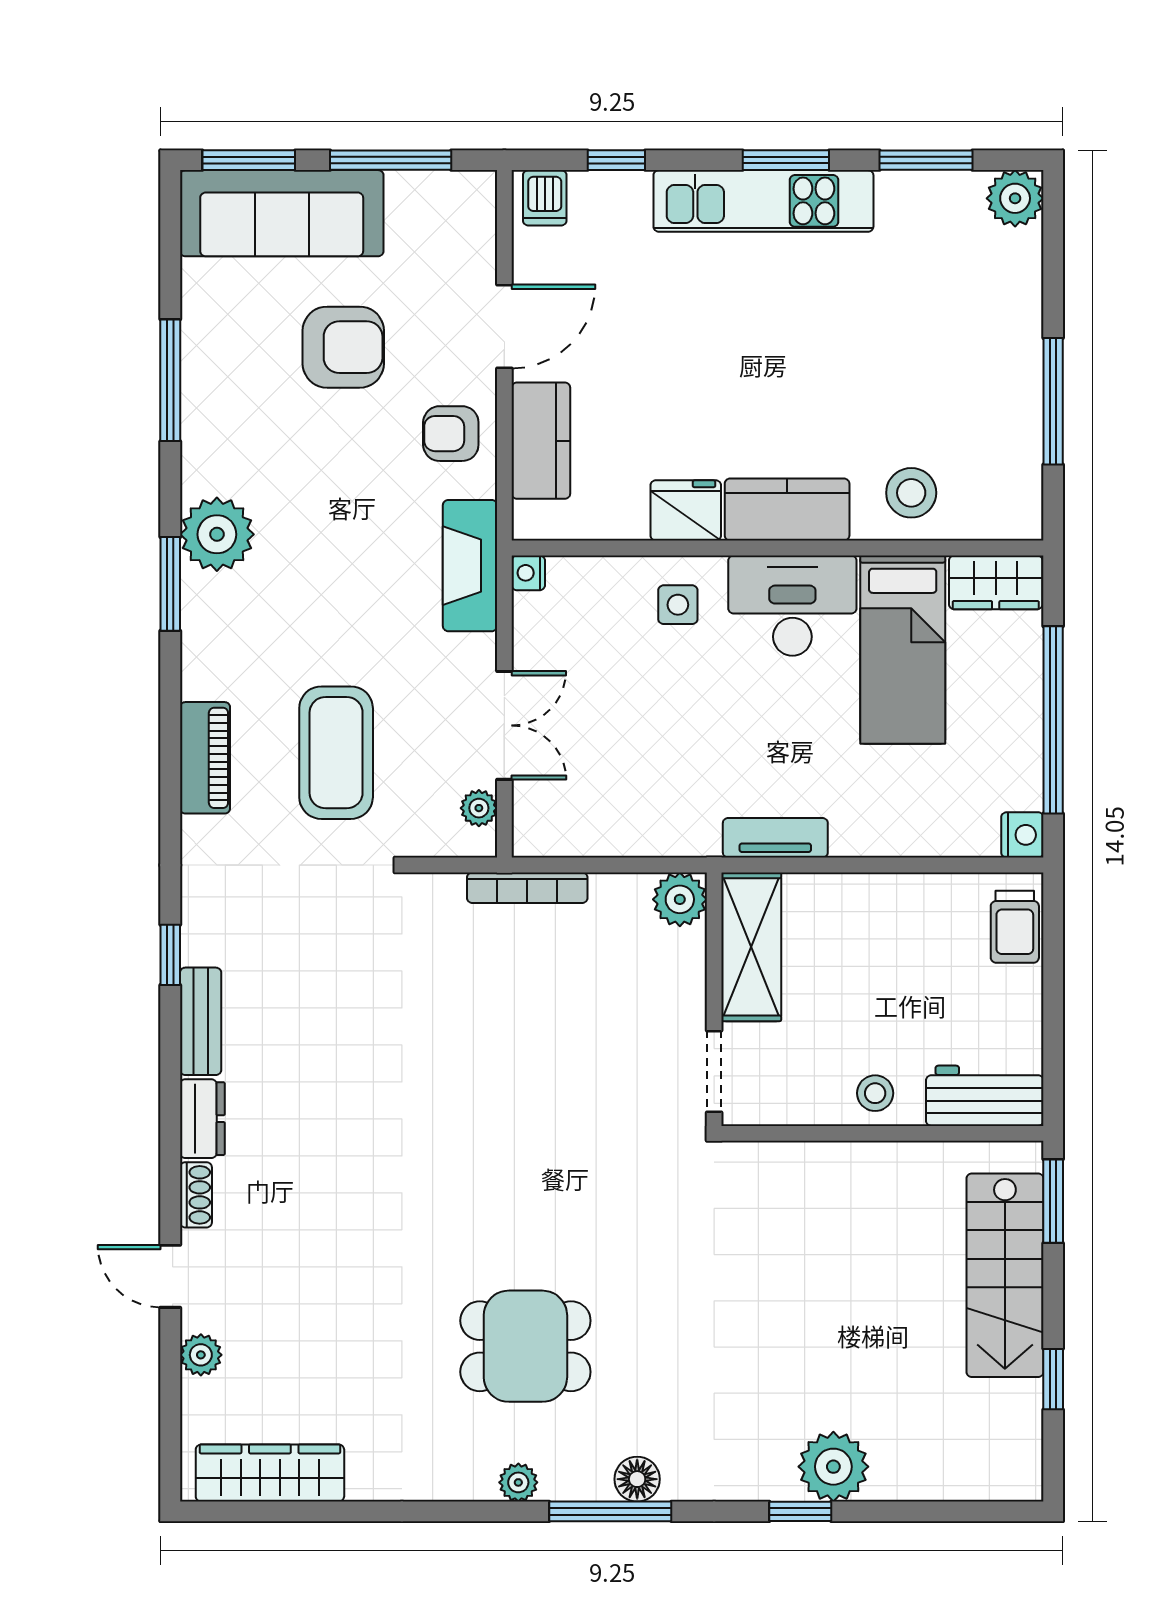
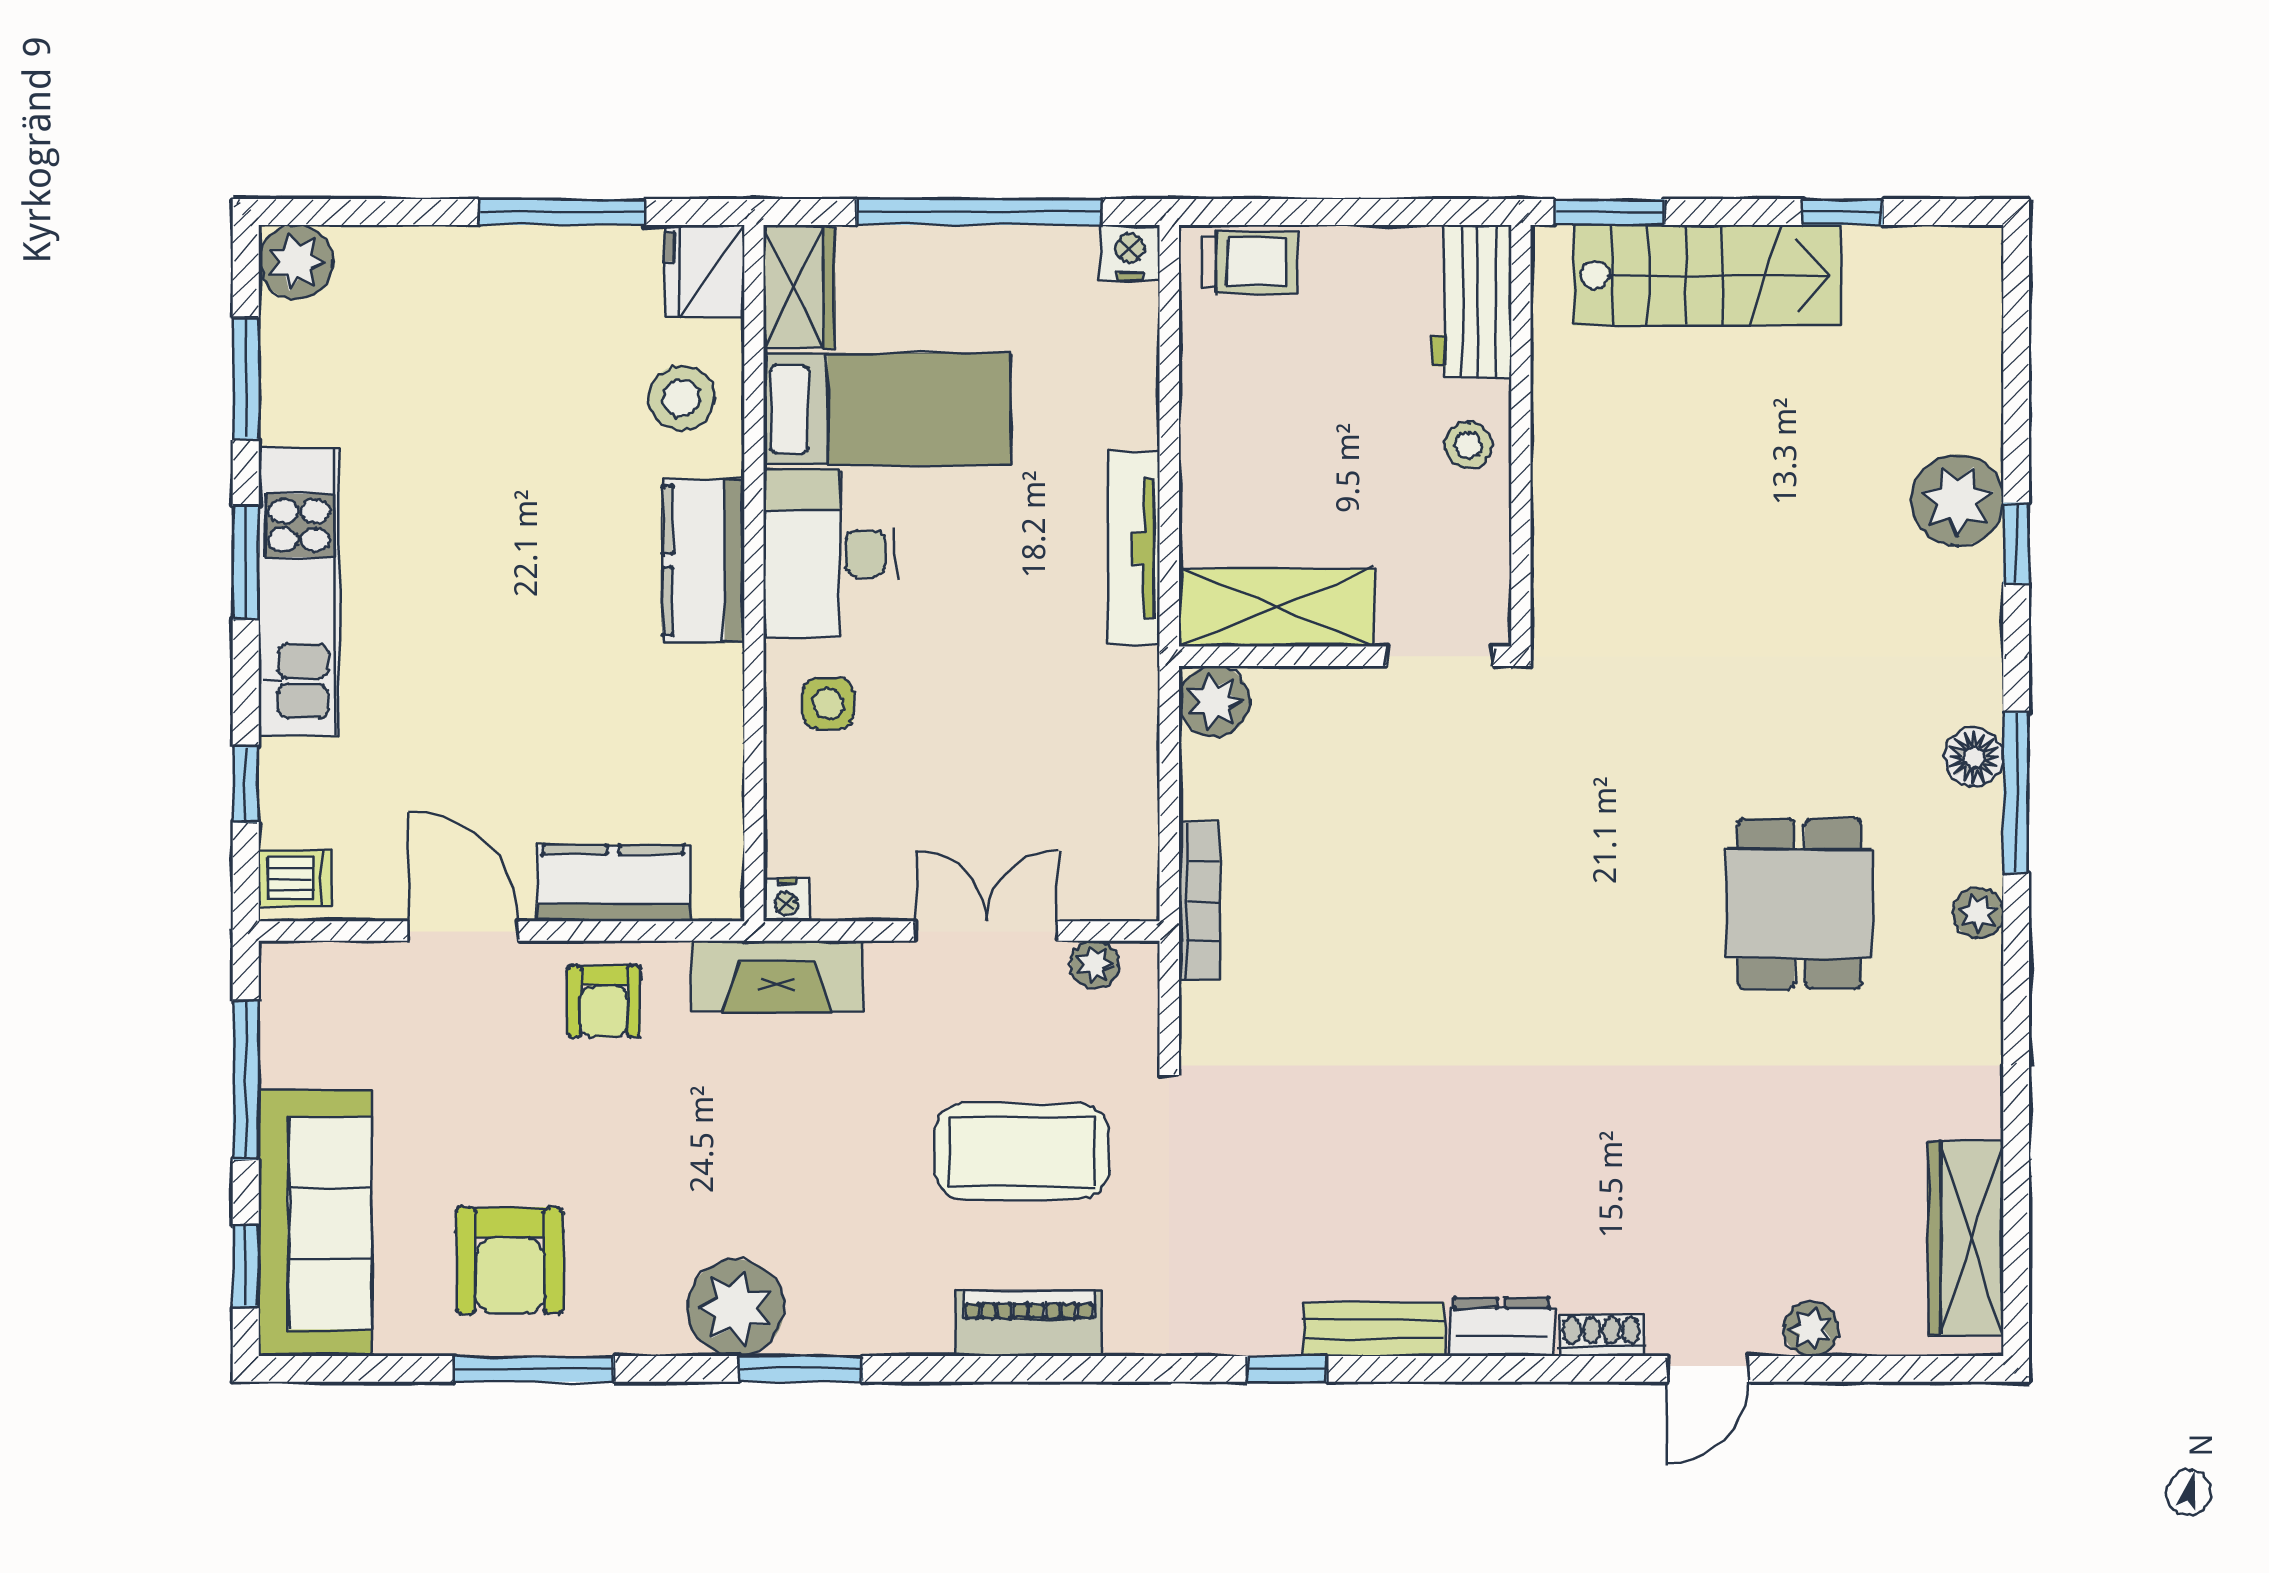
window: (249, 160) -> (246, 1266), width x0.67
armchair: (343, 347) -> (510, 1261), moved, turned 180
fridge: (686, 510) -> (705, 271), moved
tv unit: (775, 838) -> (1134, 548), width x1.41

